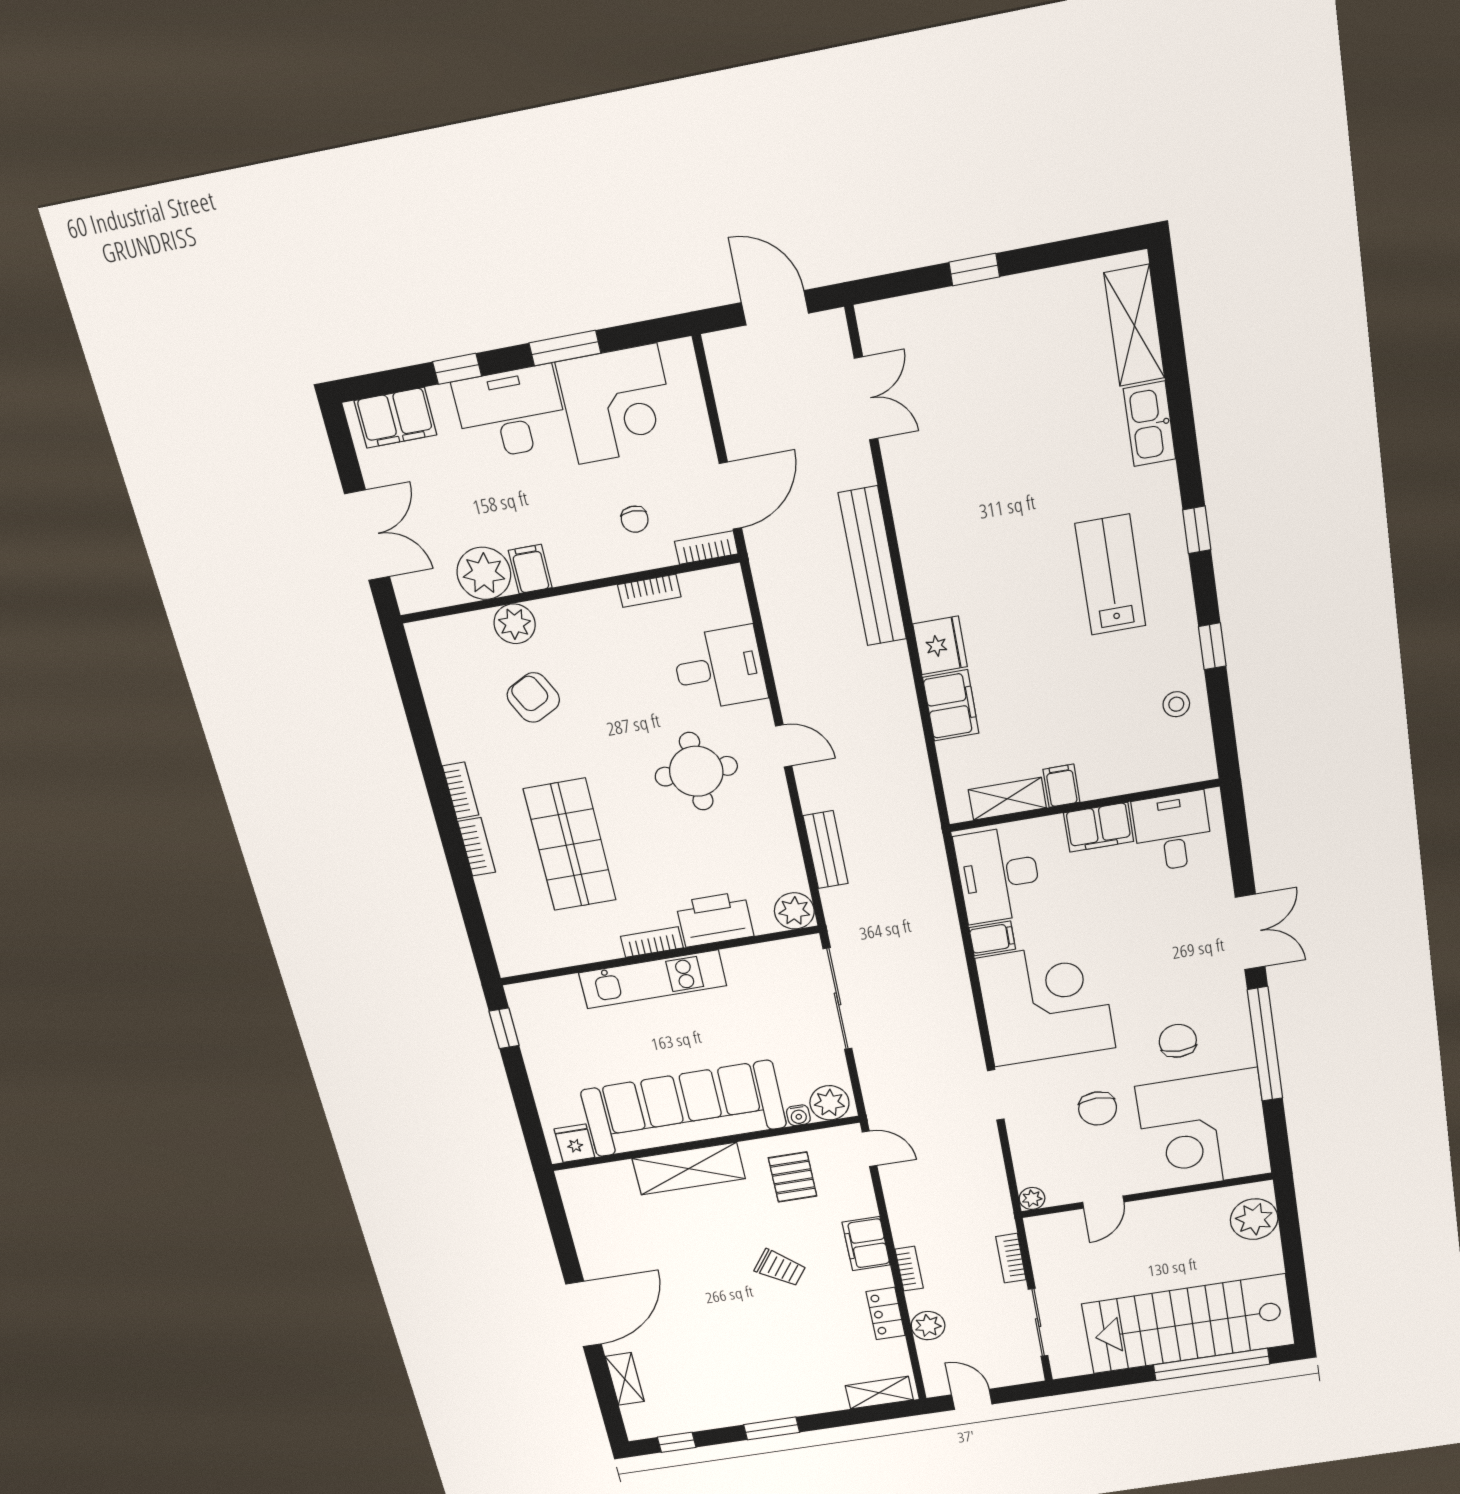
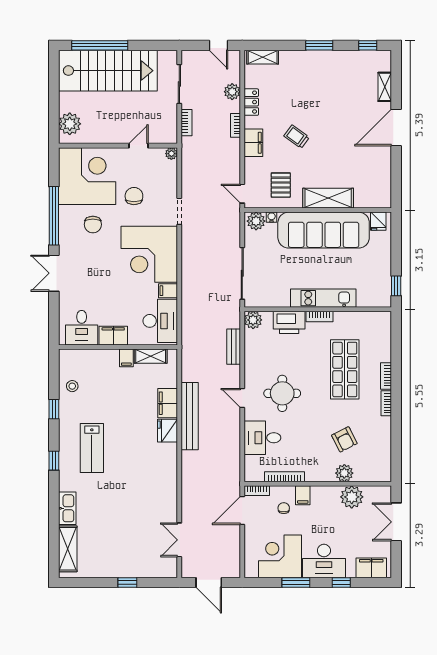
bench: (873, 567) -> (190, 416), moved
filing cabinet: (530, 569) -> (303, 495), moved
bookcase: (649, 591) -> (284, 477), width x1.56

